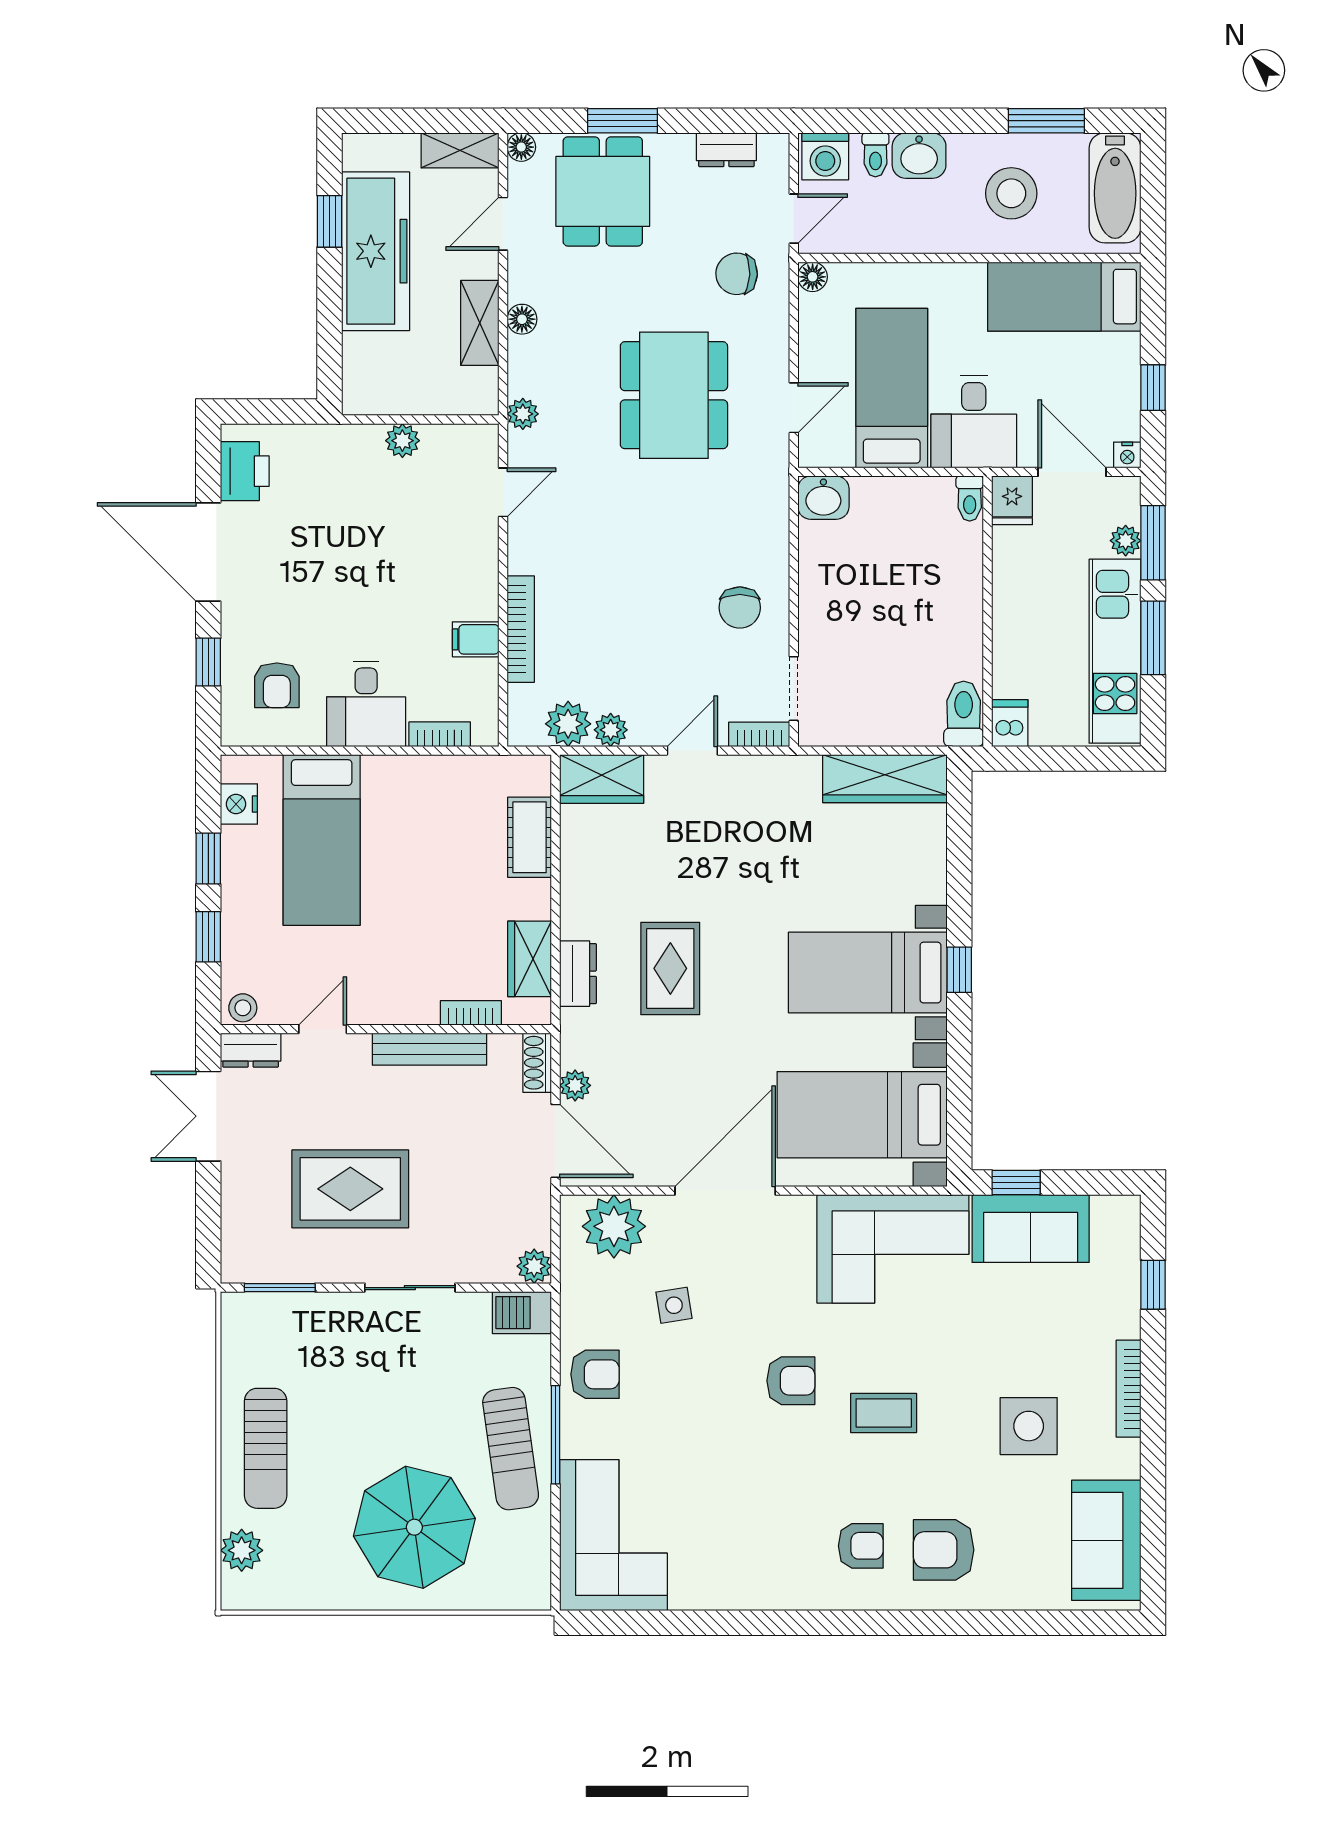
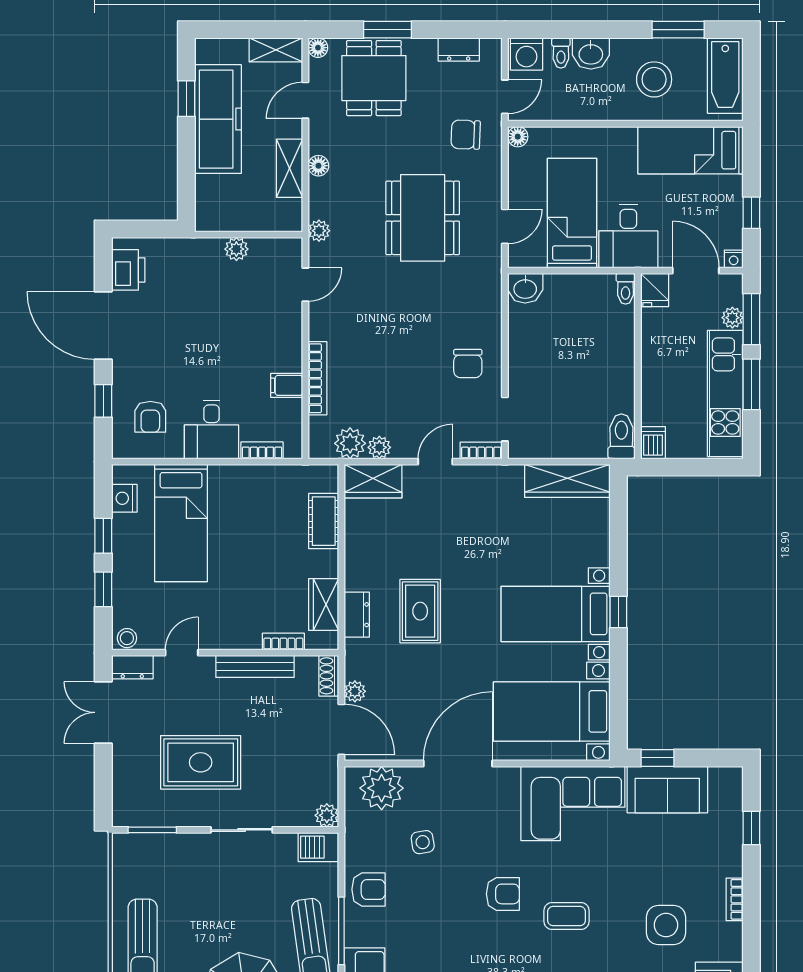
bookcase: (1129, 1389) -> (735, 899), width x0.64

